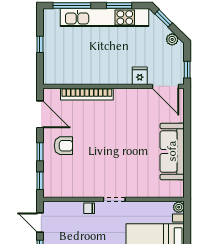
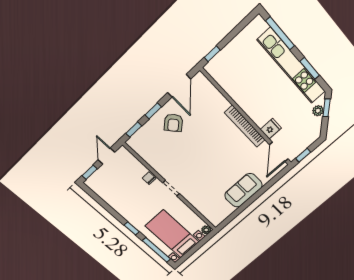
plant: (172, 39) -> (318, 111), moved
window: (40, 44) -> (212, 54), moved
bookcase: (87, 94) -> (245, 126), moved
armchair: (63, 146) -> (173, 123), turned 50
sofa: (172, 151) -> (243, 190), width x0.73

